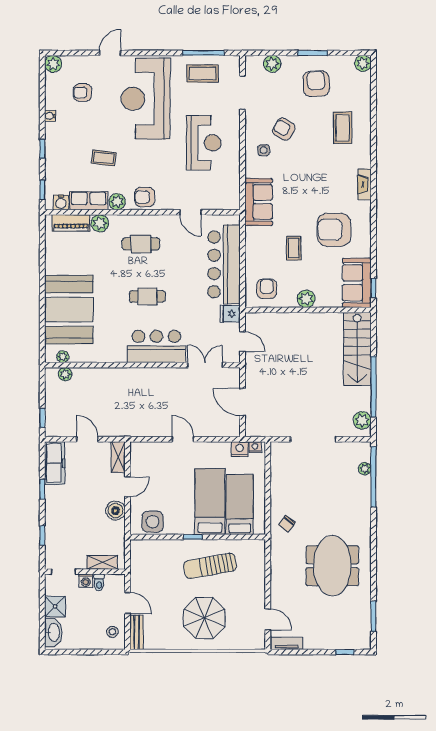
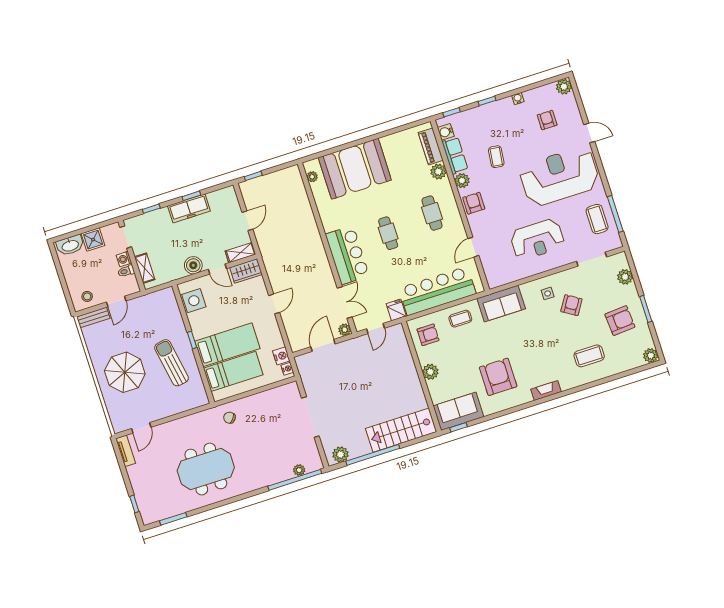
coffee table: (294, 248) -> (460, 319), moved
plant: (65, 374) -> (345, 330), moved
wardrobe: (139, 457) -> (246, 271), added
freezer: (55, 463) -> (189, 208), moved

